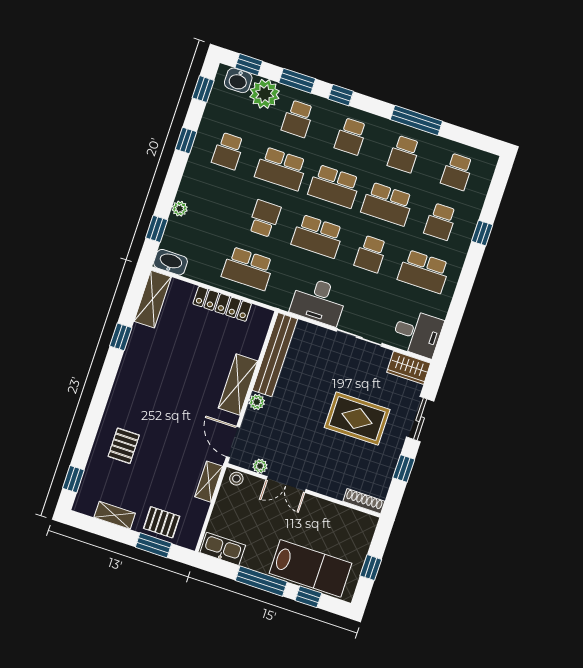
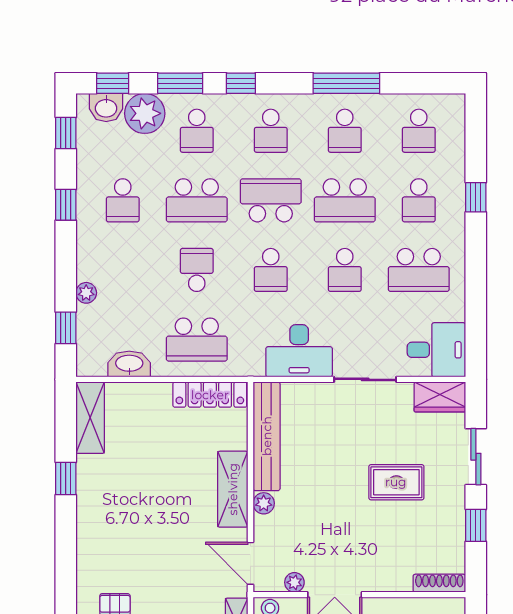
school desk: (334, 186) -> (271, 200), turned 180
school desk: (318, 236) -> (271, 270), width x0.54
washbasin: (171, 262) -> (129, 364), moved
locker: (222, 304) -> (210, 395), moved
rug: (357, 419) -> (396, 482), width x0.73, depth x0.70

